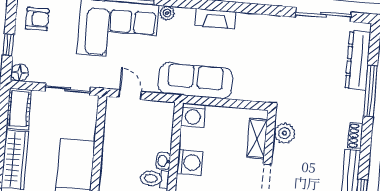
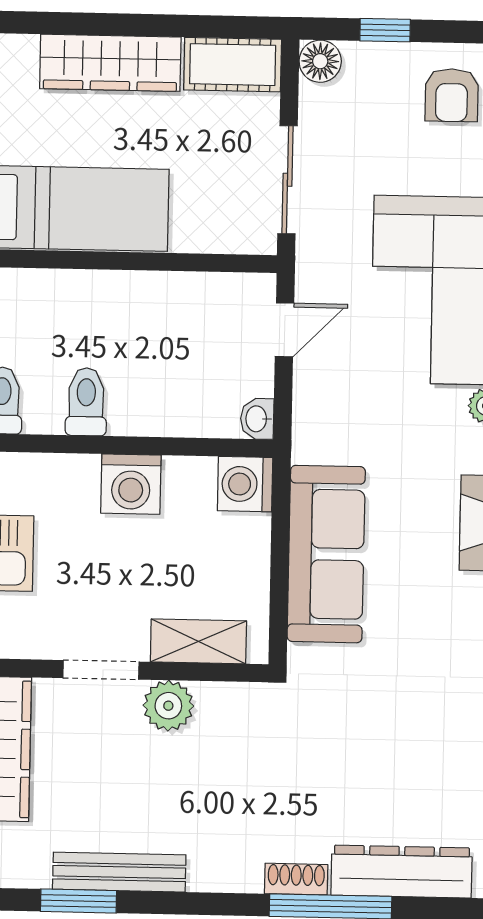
sofa: (195, 81) -> (326, 554), moved
plant: (284, 133) -> (168, 706), moved
shoe rack: (355, 136) -> (296, 879), moved
washbasin: (163, 161) -> (257, 419), moved, turned -90

